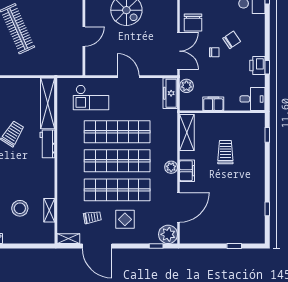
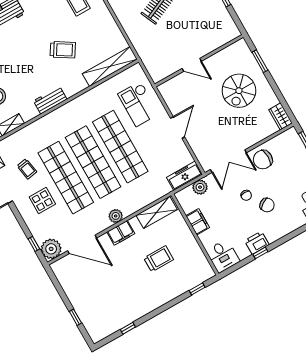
workbench: (47, 144) -> (50, 100), moved

